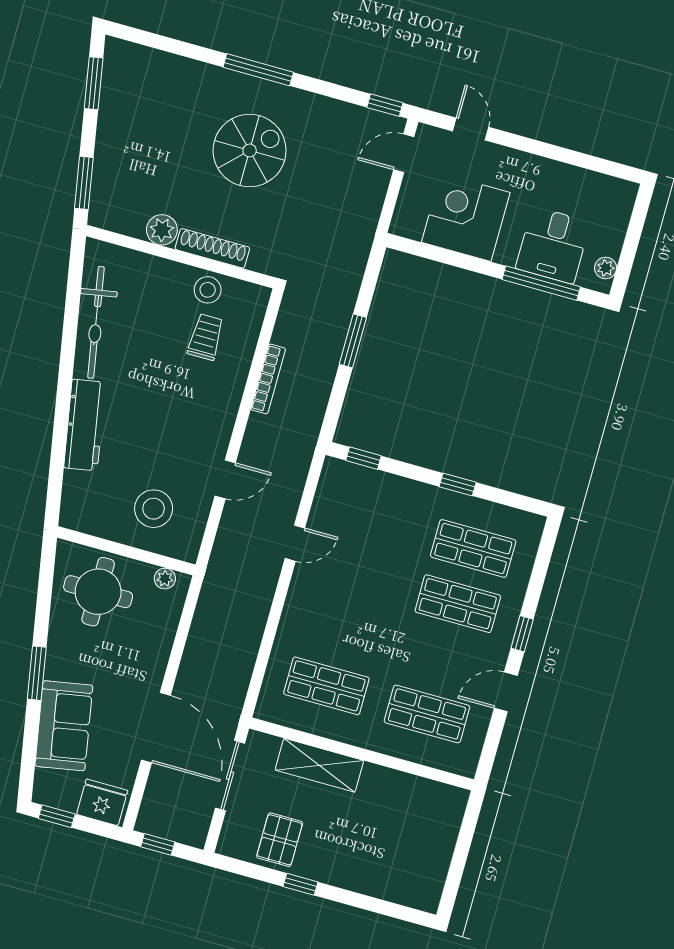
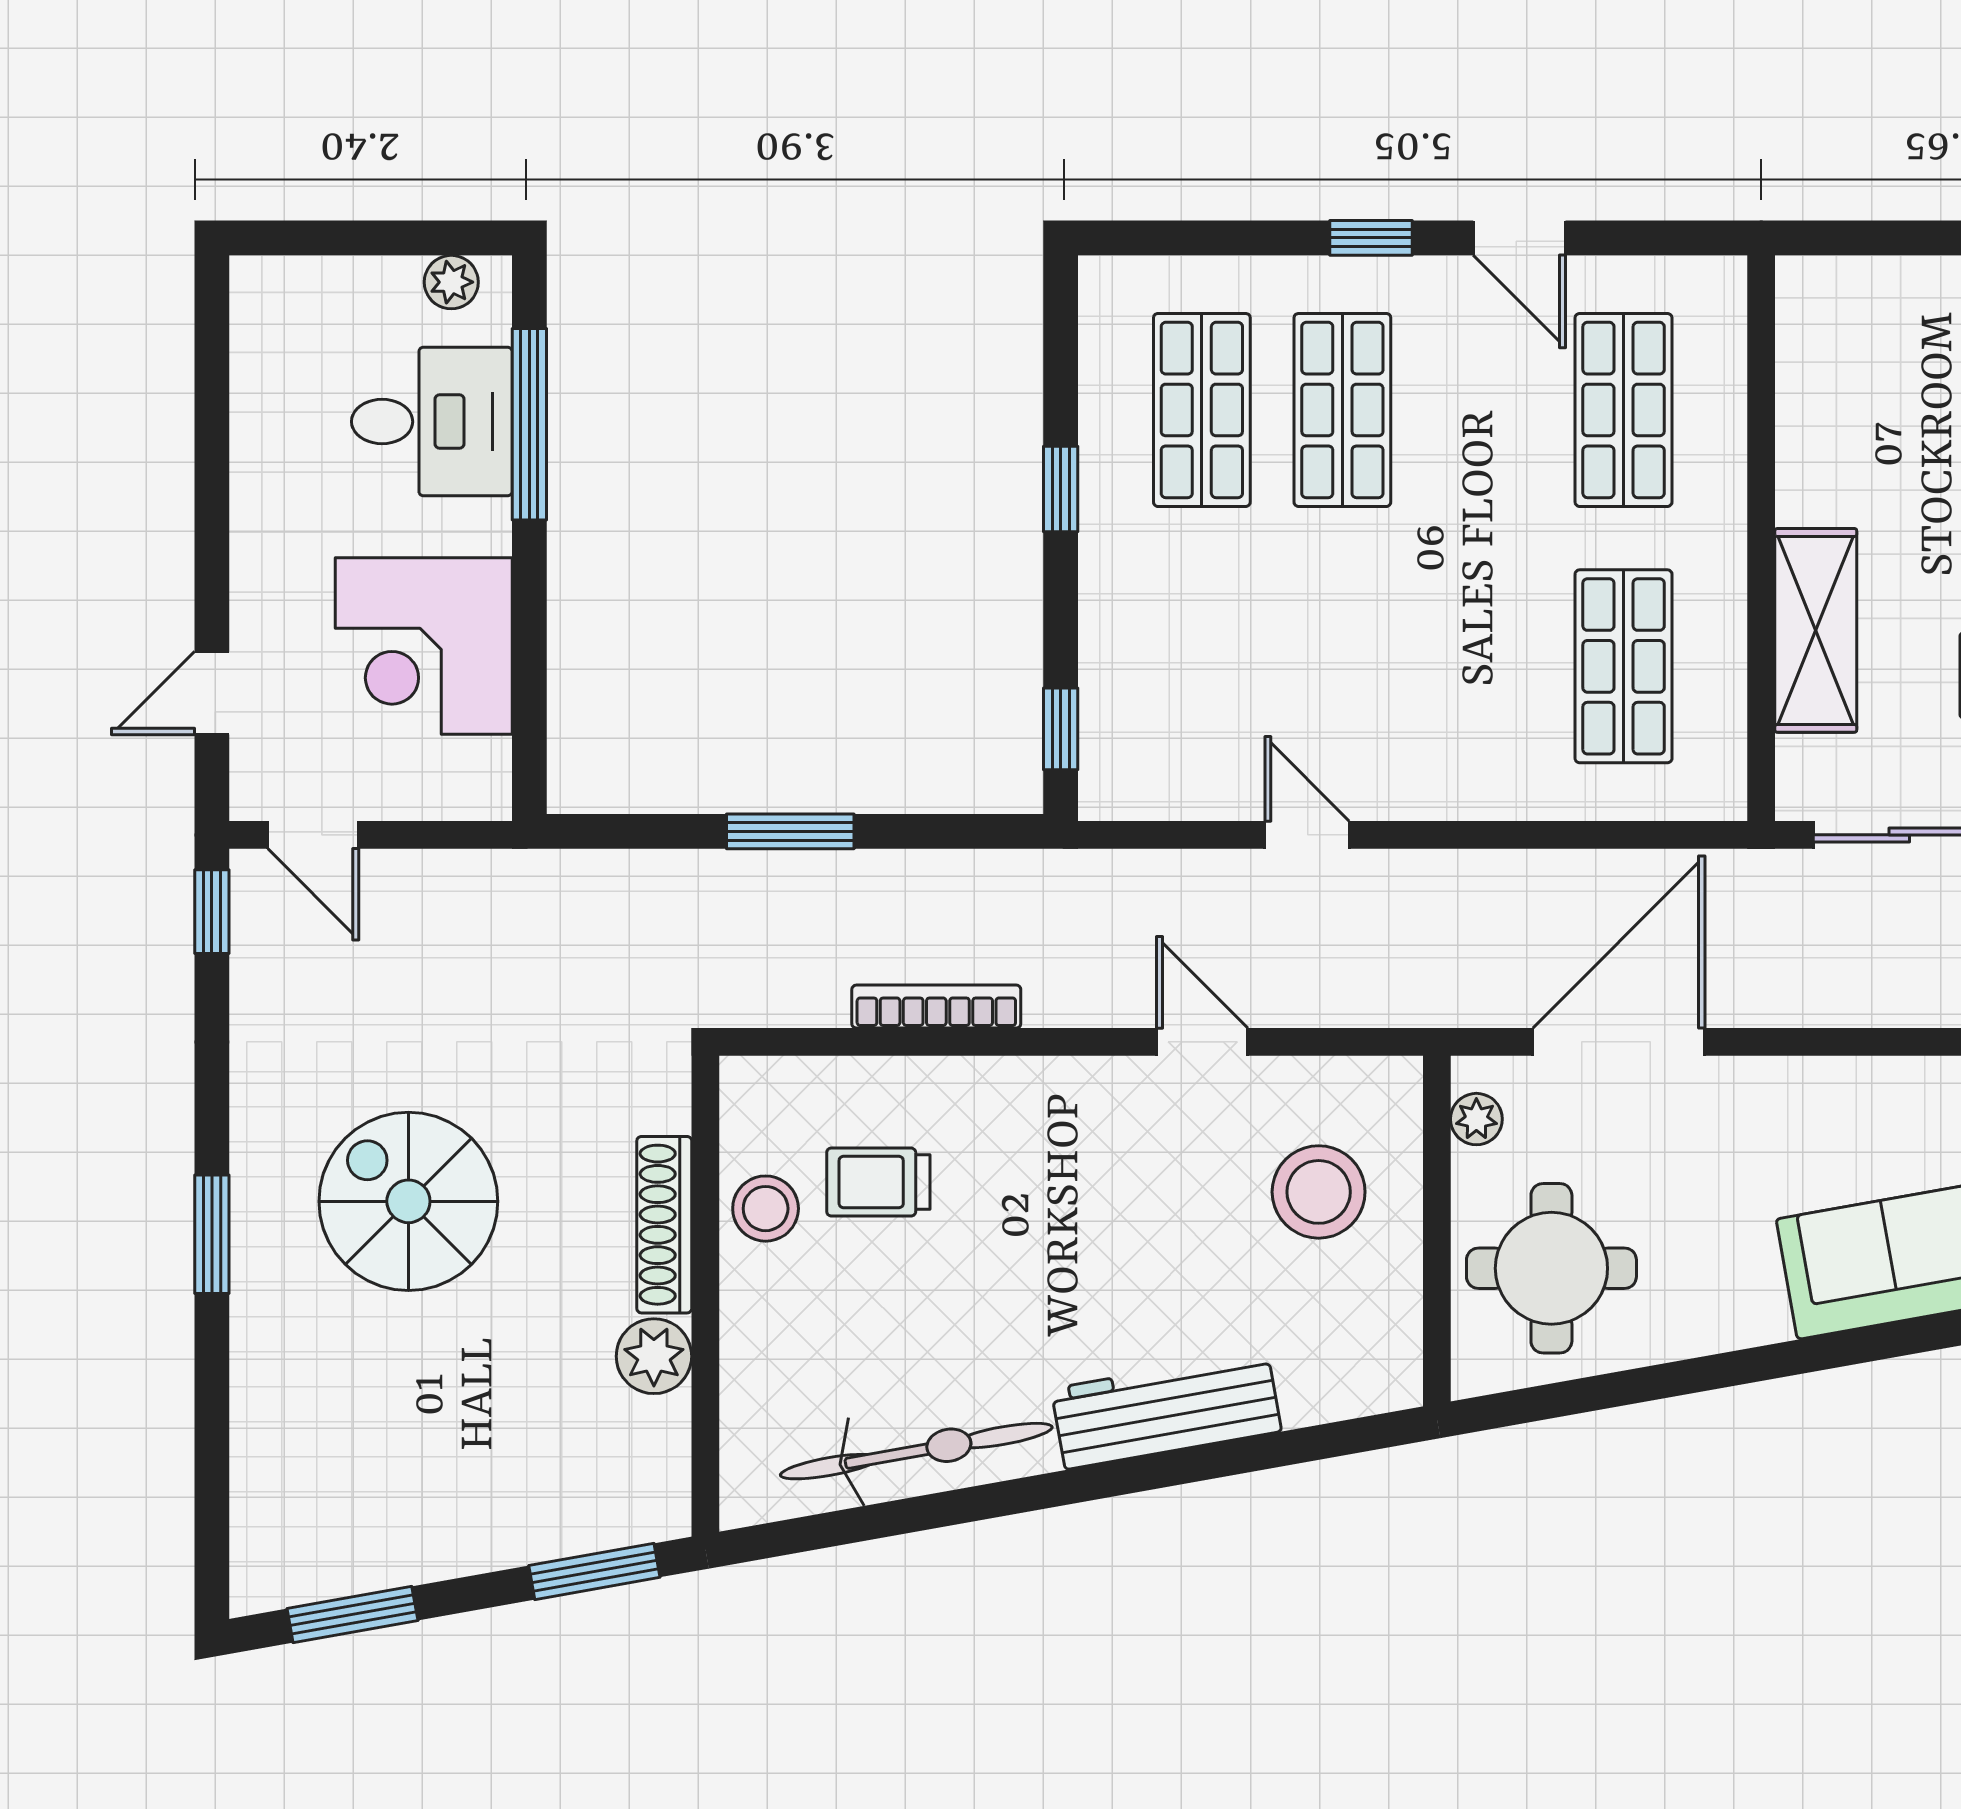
window: (258, 70) -> (212, 1234), width x0.69
window: (37, 673) -> (1785, 1359), removed
door: (156, 728) -> (1619, 1042), moved

